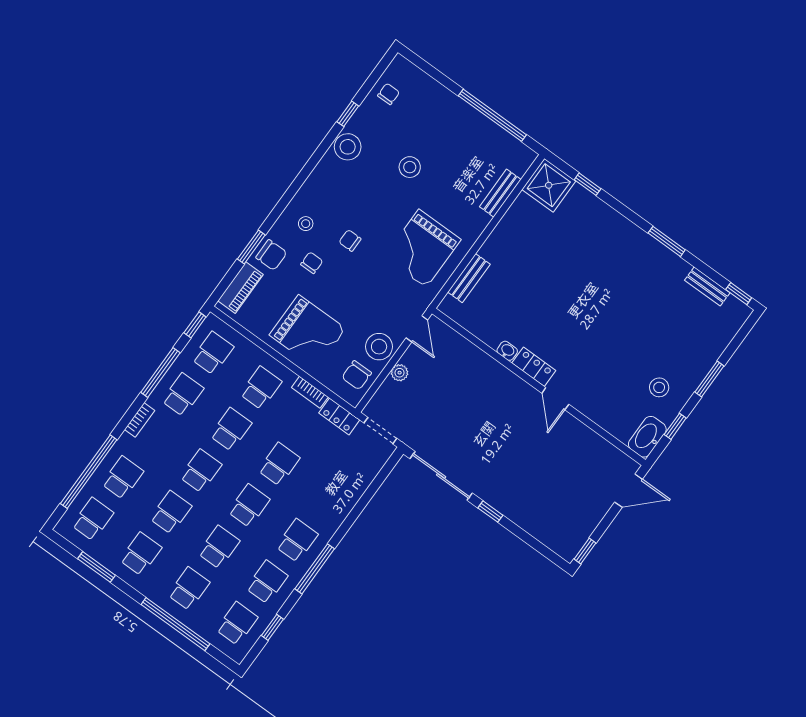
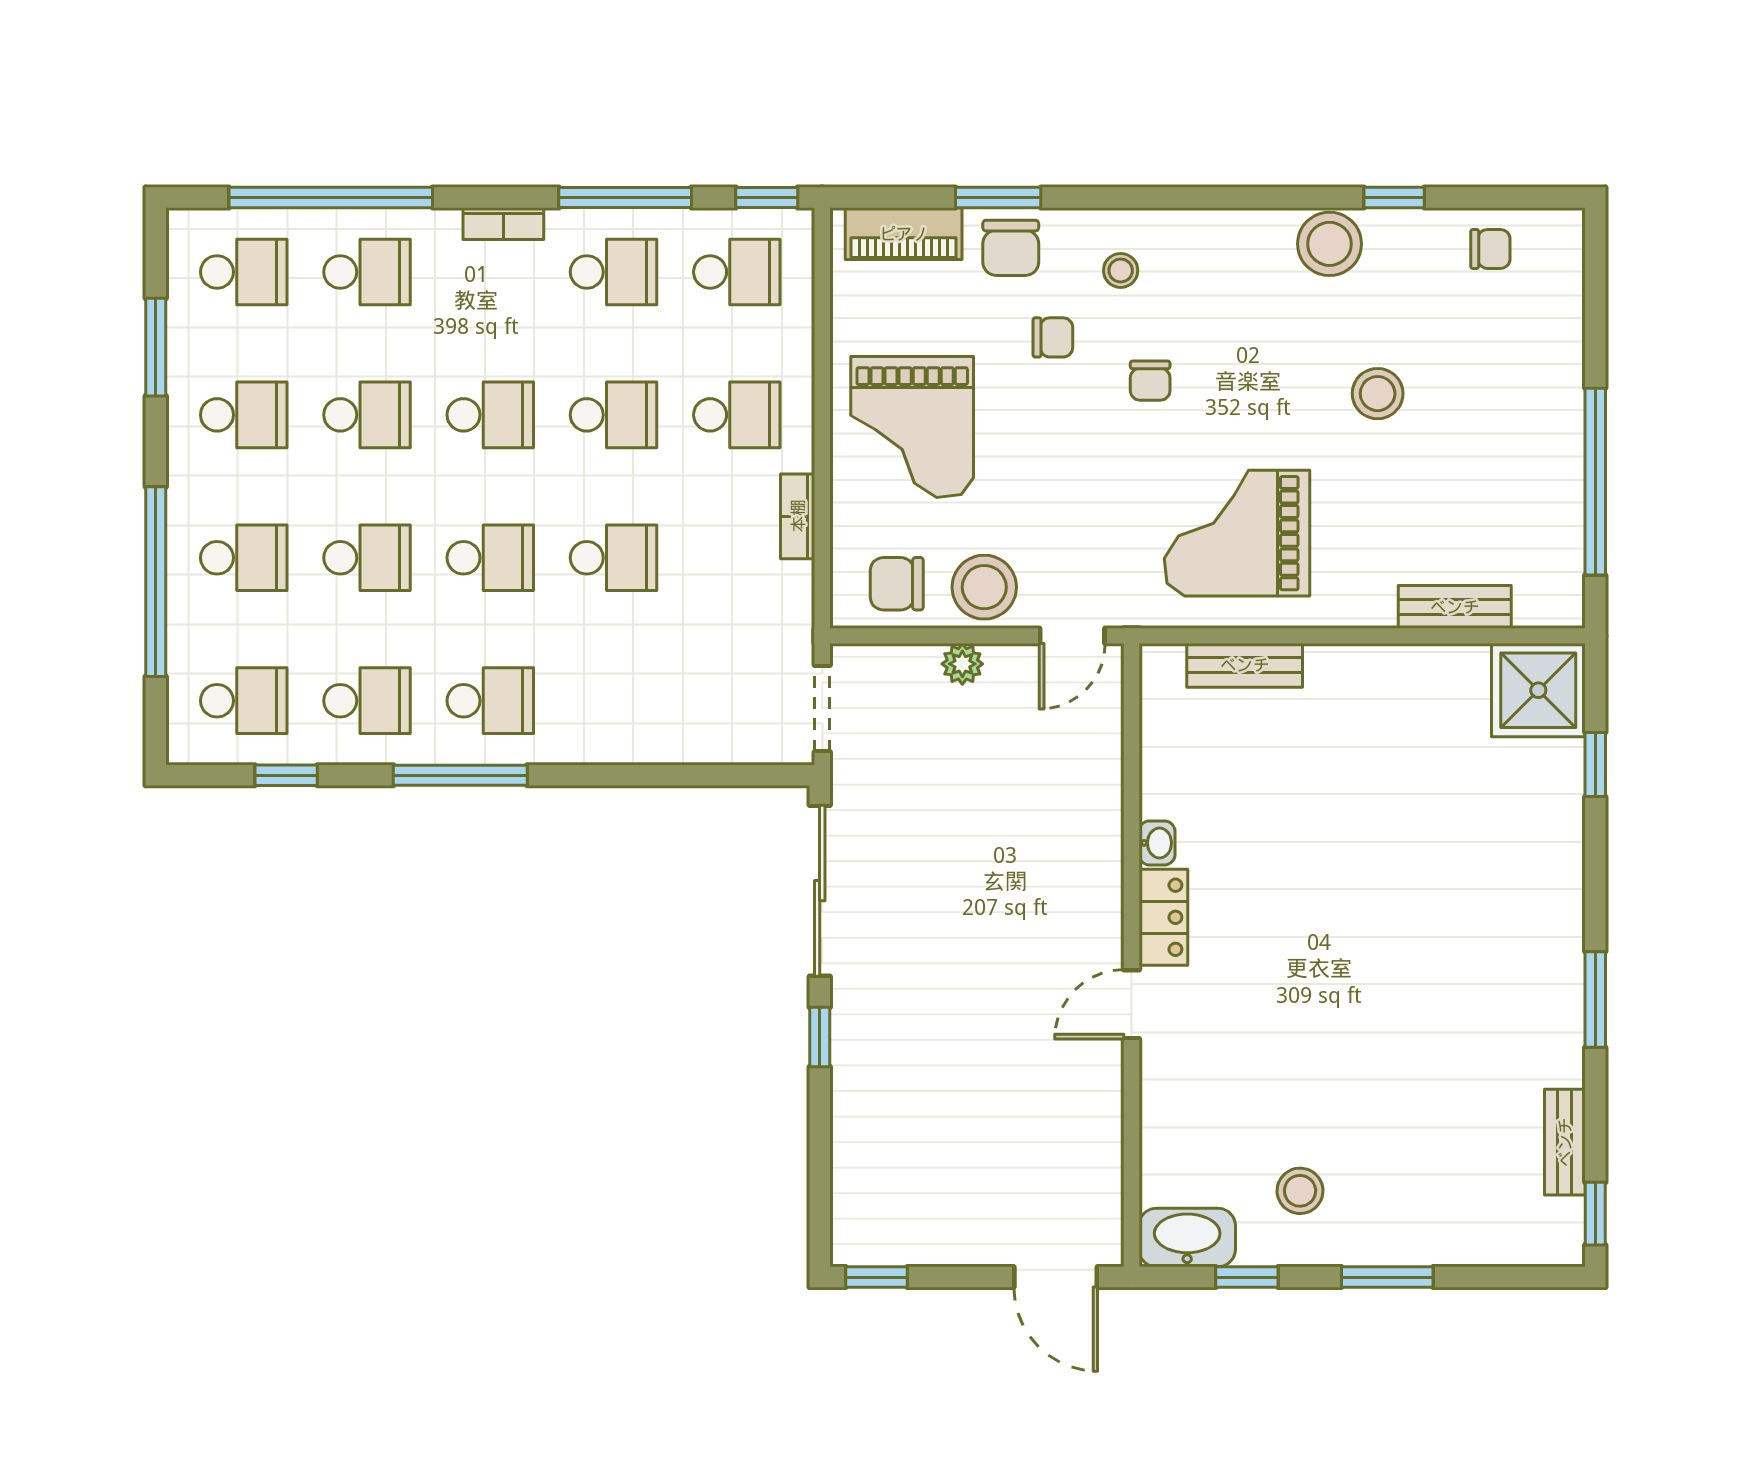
chair: (350, 240) -> (1150, 381), turned 180
locker: (339, 416) -> (792, 608), removed

